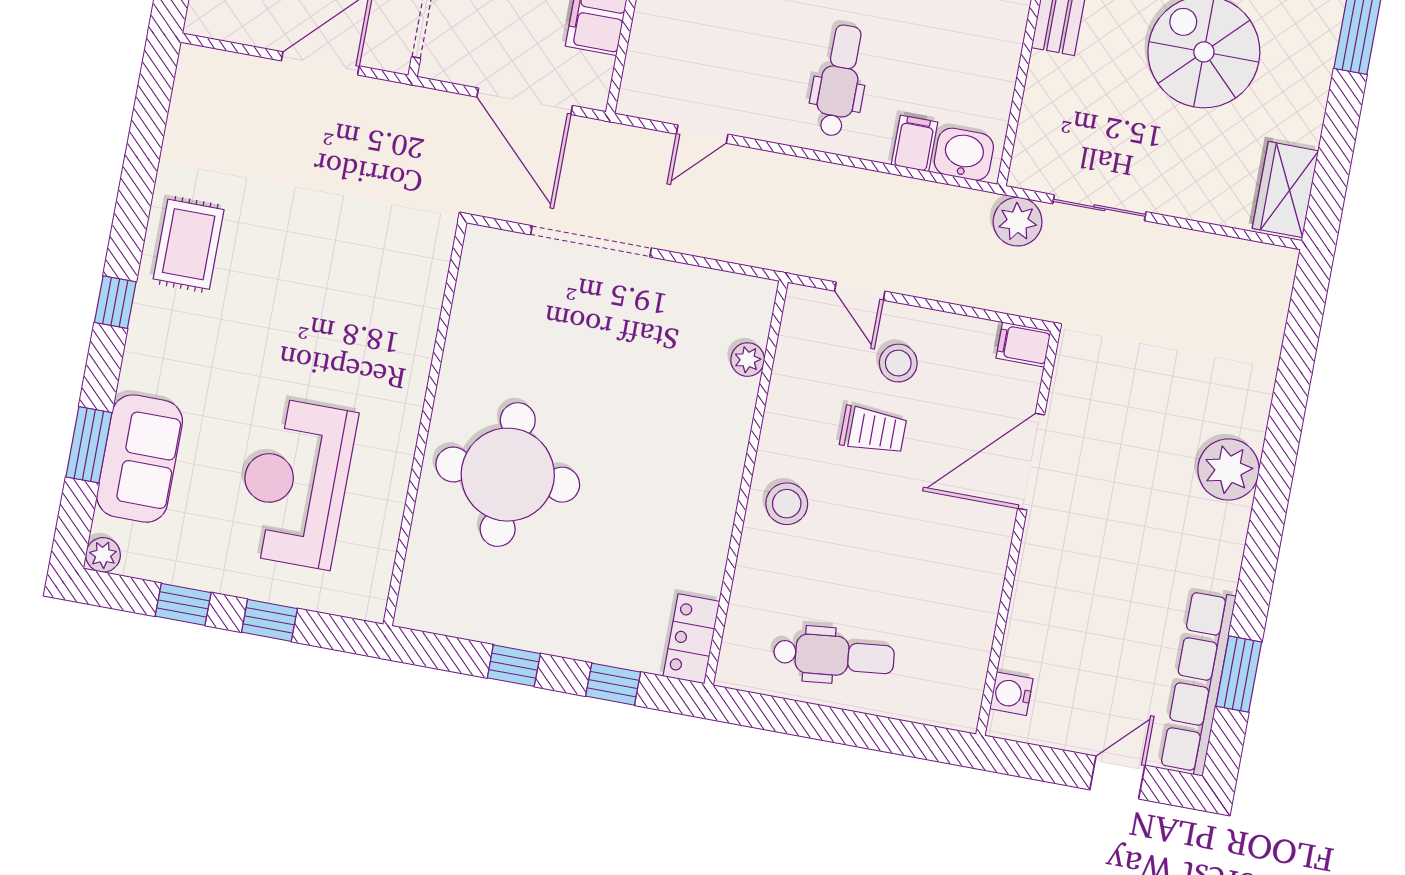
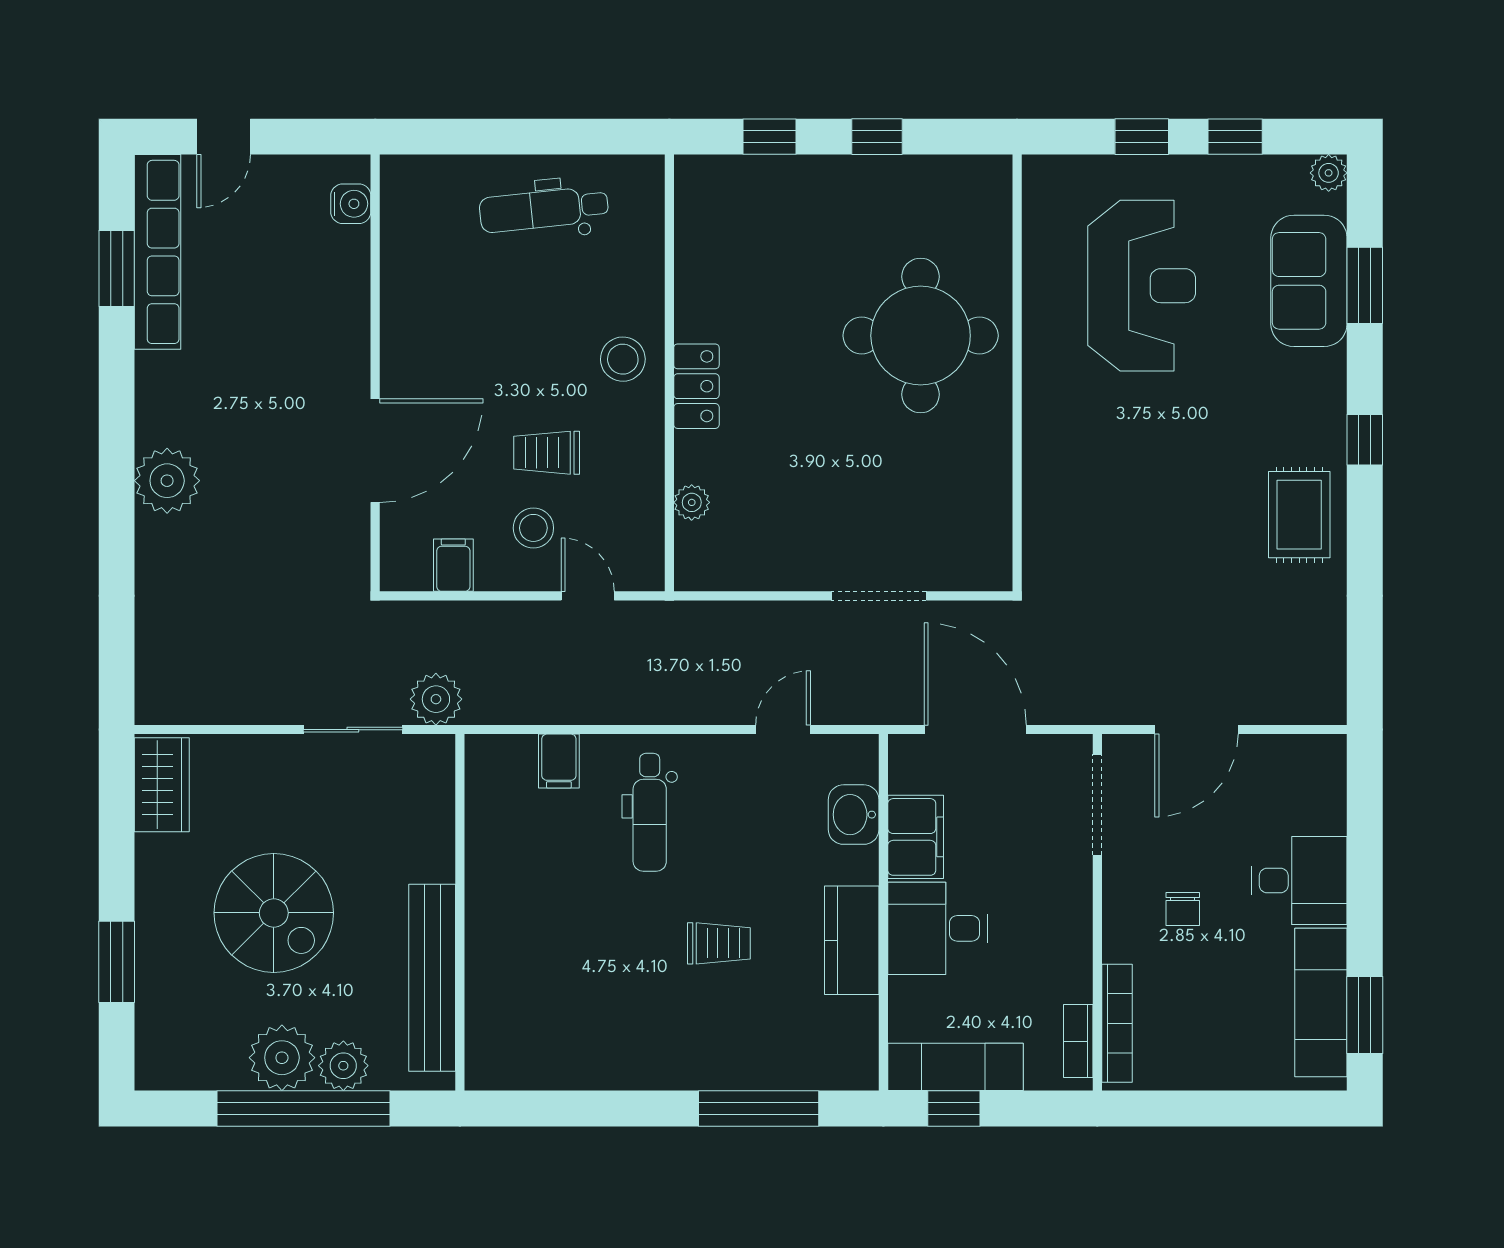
washbasin: (964, 154) -> (854, 815), moved, turned 90
doorway: (591, 241) -> (879, 596), width x0.73
filing cabinet: (1023, 345) -> (453, 565), moved, turned -90
locker: (691, 639) -> (696, 386), moved

